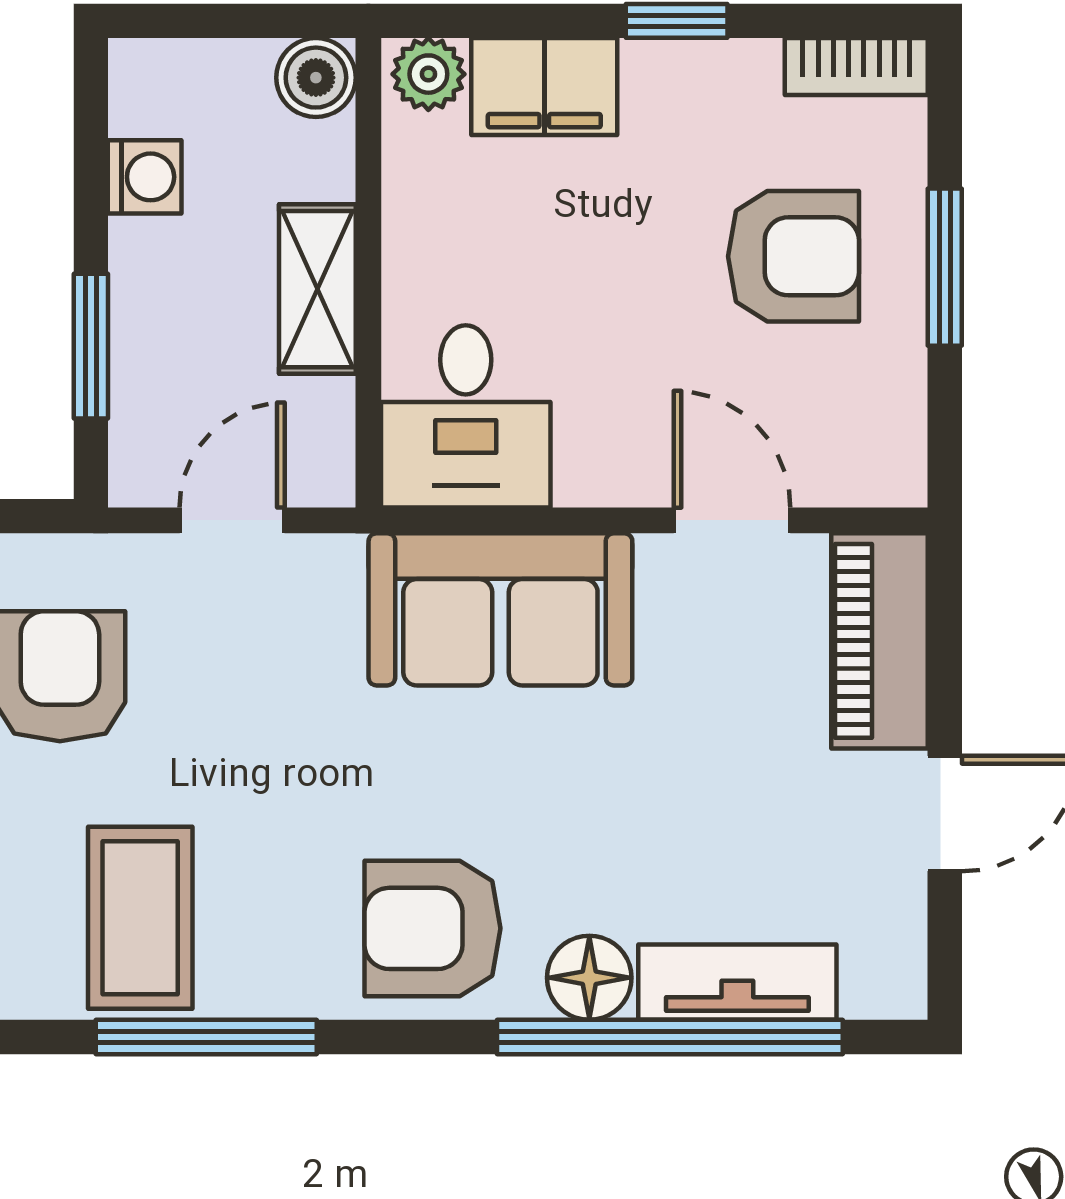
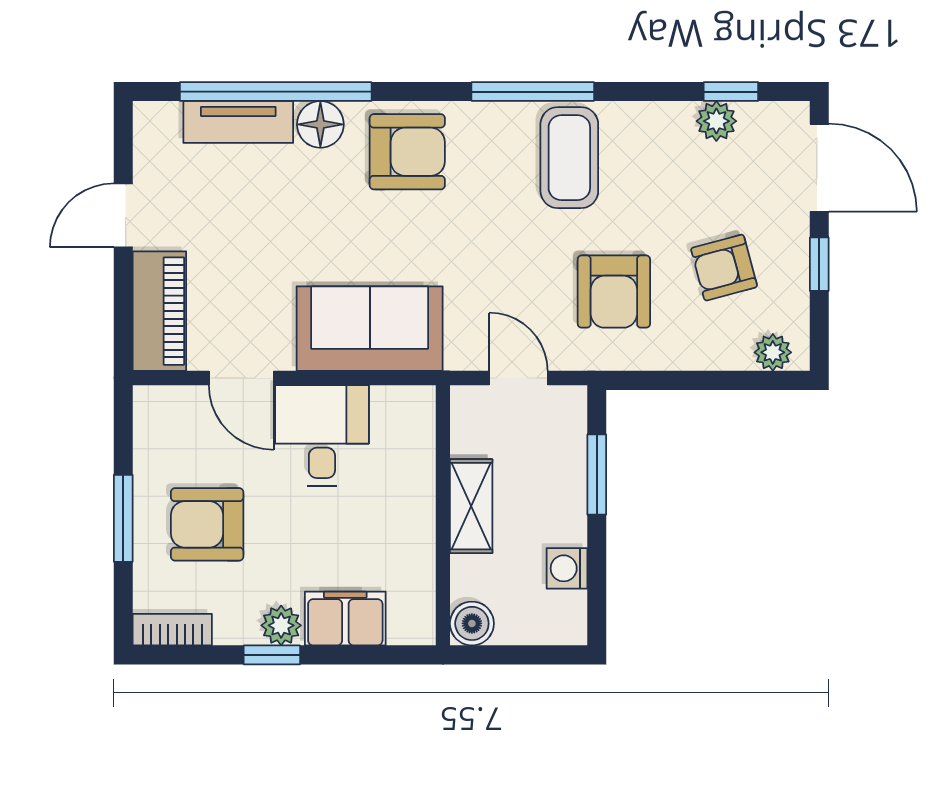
plant: (428, 74) -> (281, 625), moved
desk: (466, 416) -> (322, 436), moved
door: (232, 520) -> (518, 378), swing flipped

